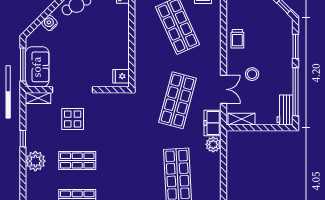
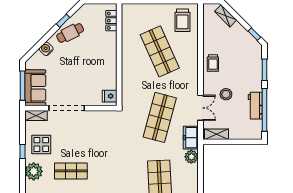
workbench: (285, 110) -> (255, 106), moved
display table: (73, 119) -> (41, 144), moved

